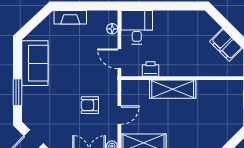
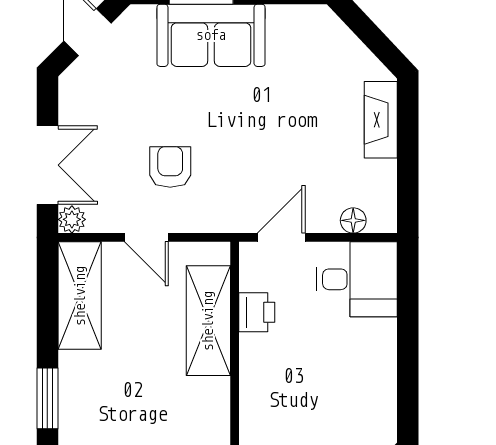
sofa: (35, 63) -> (211, 35), moved
shelving: (173, 89) -> (208, 321), moved

